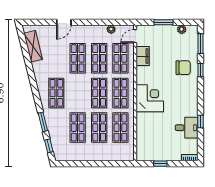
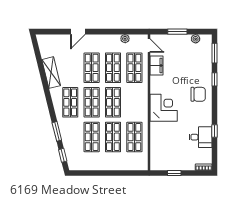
door: (135, 36) -> (149, 46), swing flipped
shelving: (33, 46) -> (51, 73), moved
chair: (183, 68) -> (198, 94), moved
shop shelf: (120, 93) -> (92, 102), moved

